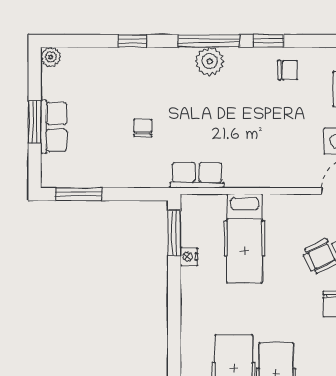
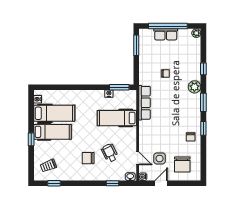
window: (209, 41) -> (203, 102), width x0.69
plant: (210, 61) -> (194, 87), moved
window: (35, 122) -> (168, 26), width x2.11
row of seats: (197, 175) -> (145, 103), width x1.48

